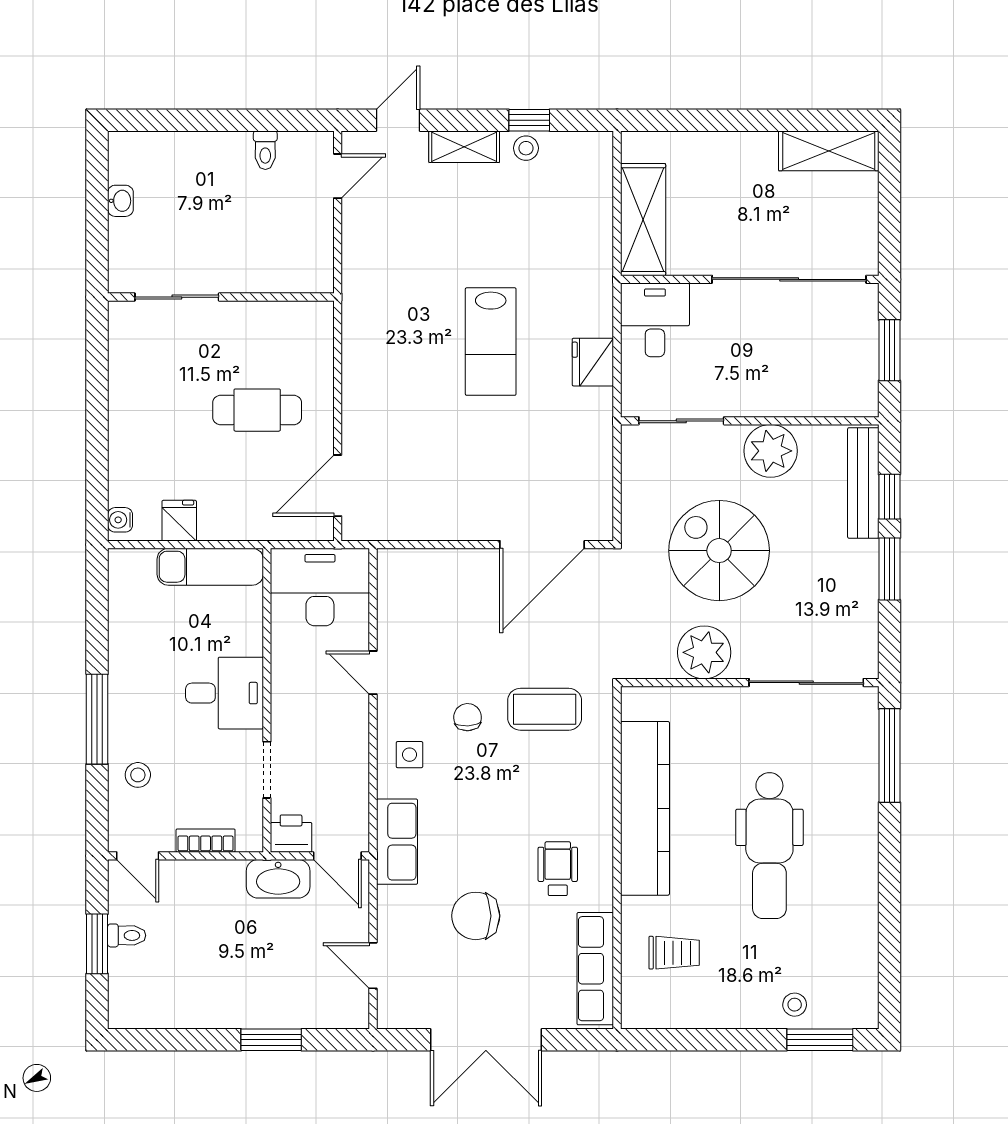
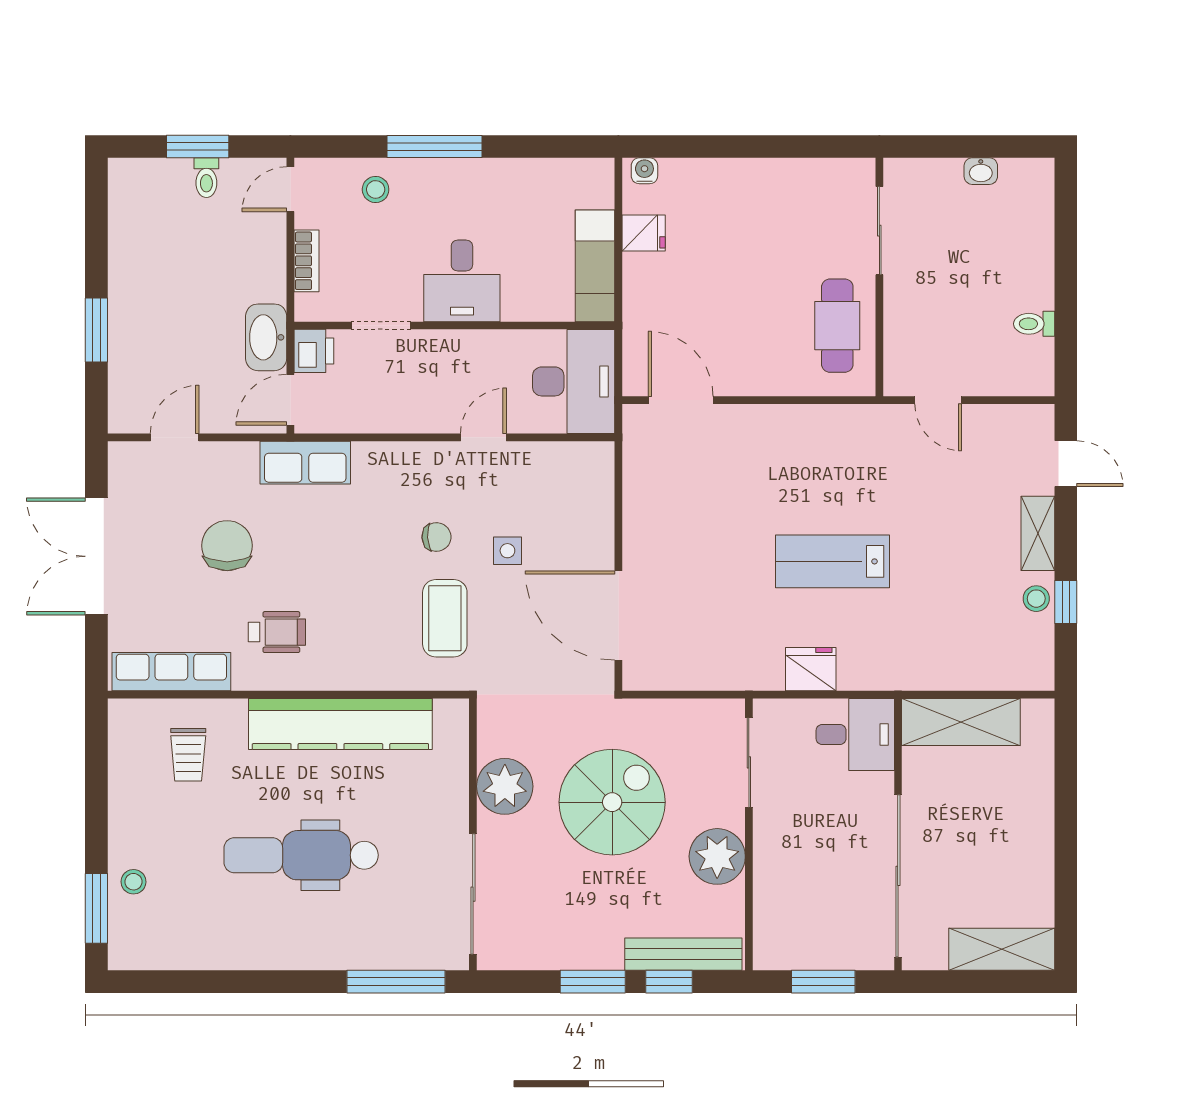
shelving: (829, 151) -> (1002, 949), moved, turned 90
door: (338, 176) -> (938, 400), moved
cafe table: (257, 410) -> (837, 326), moved
side table: (409, 755) -> (507, 551), moved

